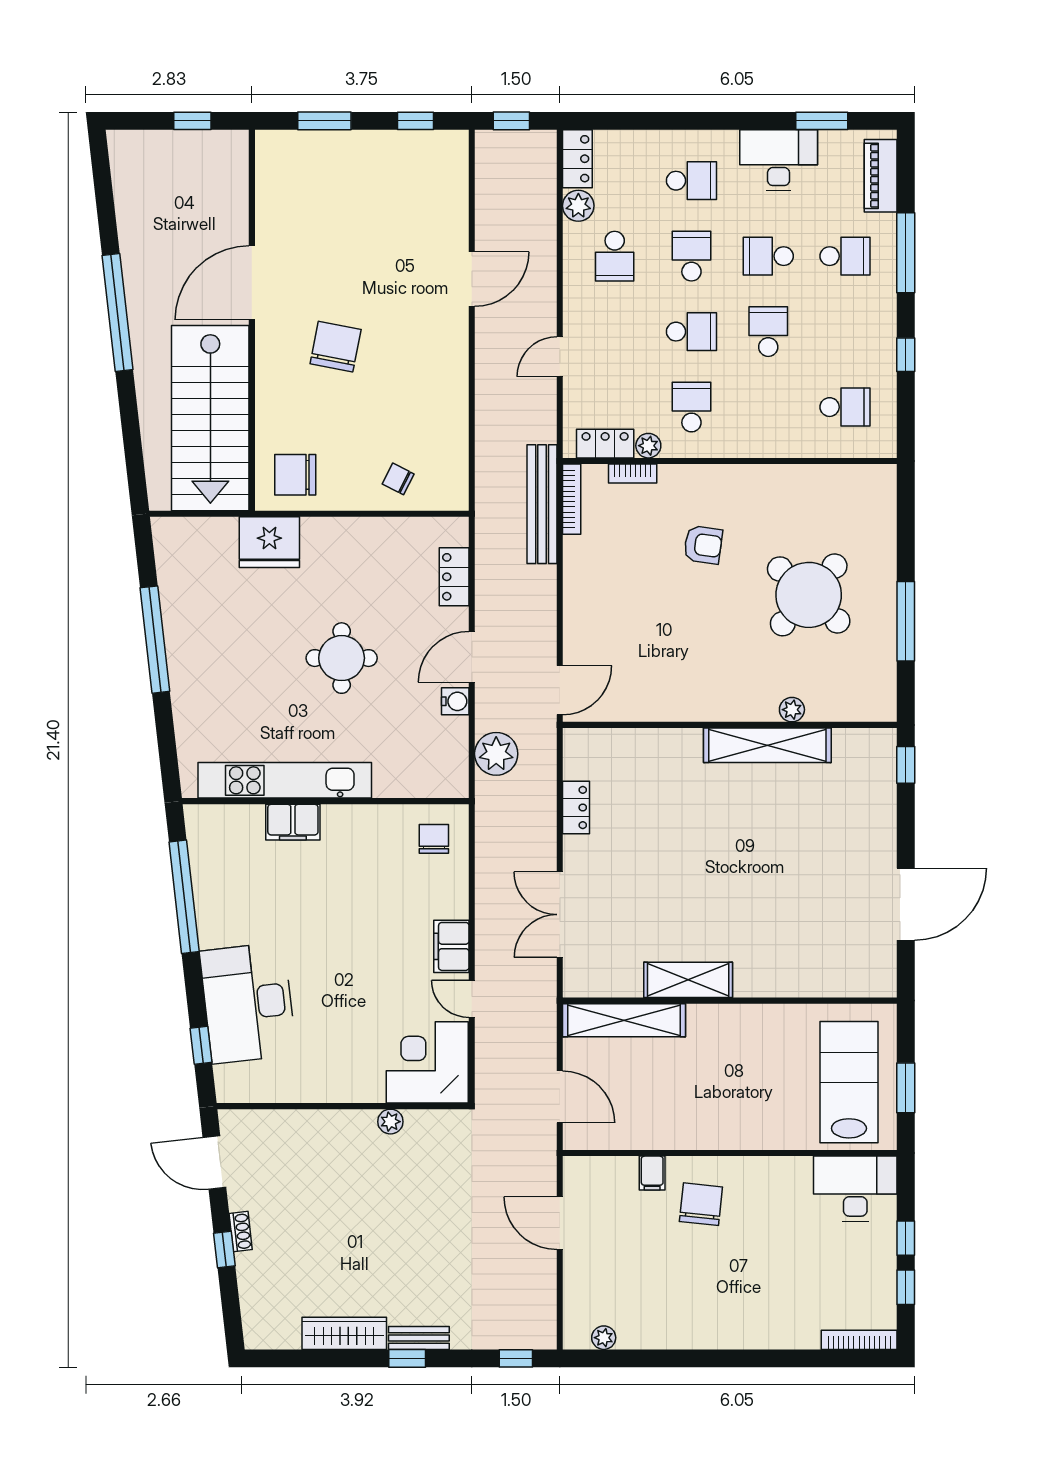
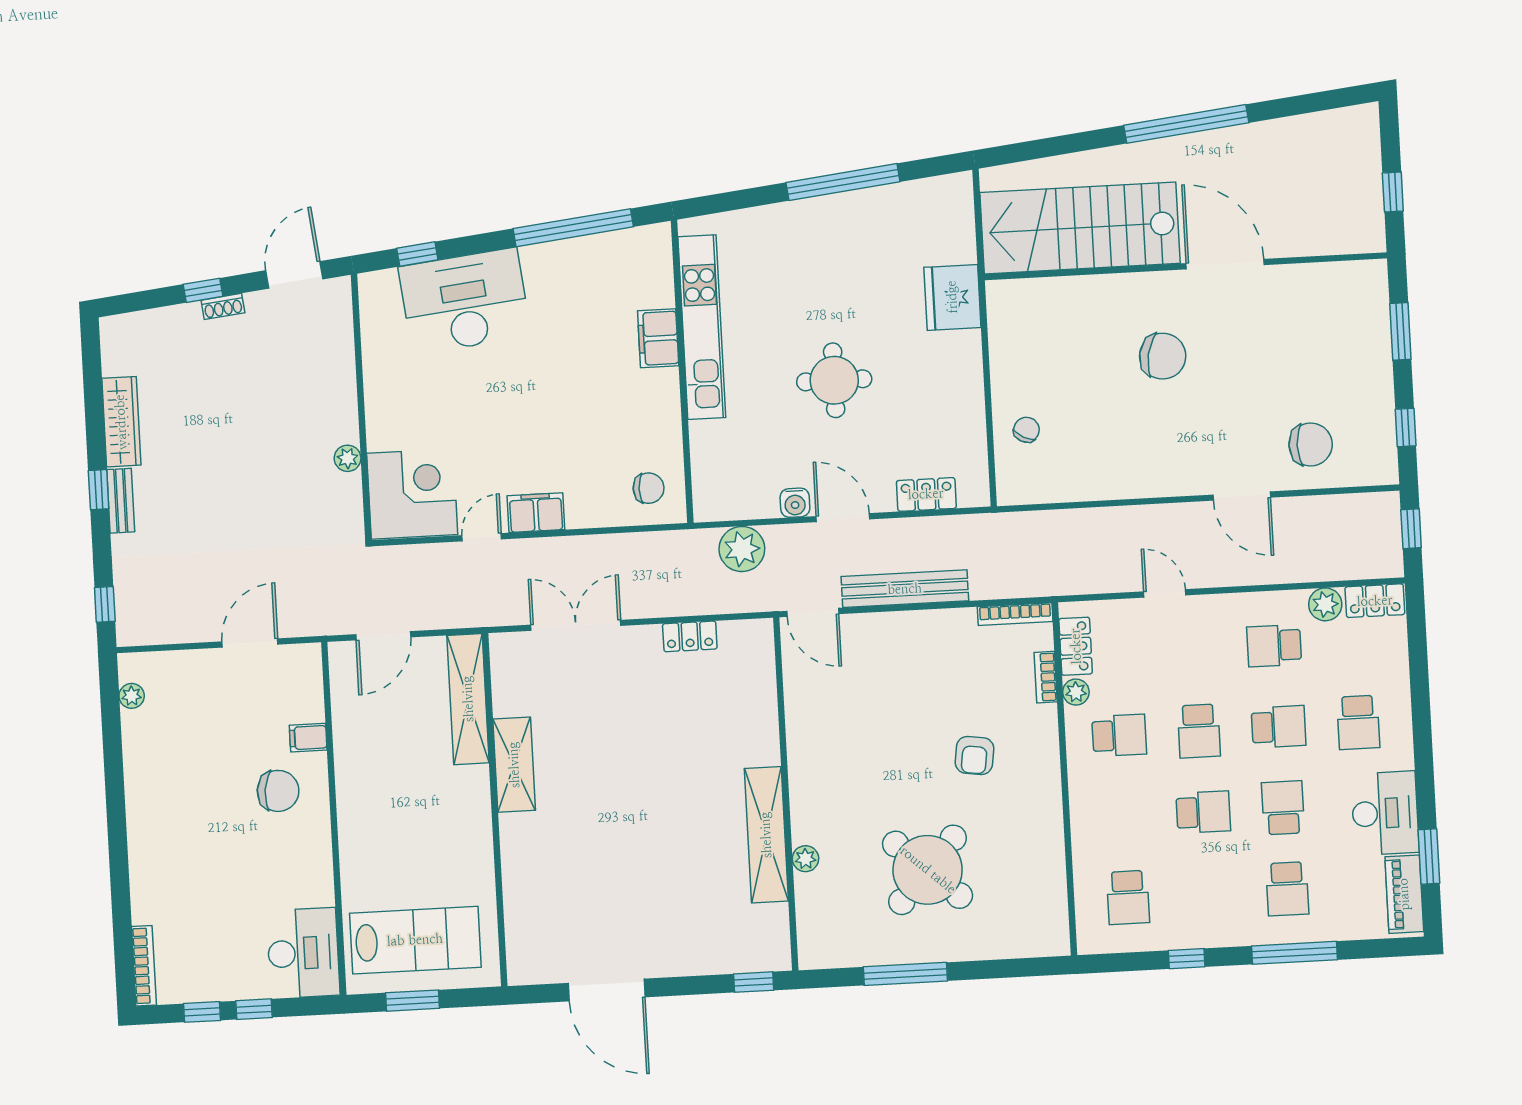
piano: (881, 176) -> (1404, 894), moved, turned -90
chair: (295, 475) -> (1311, 444), moved, turned 90
bench: (542, 504) -> (905, 589), moved

